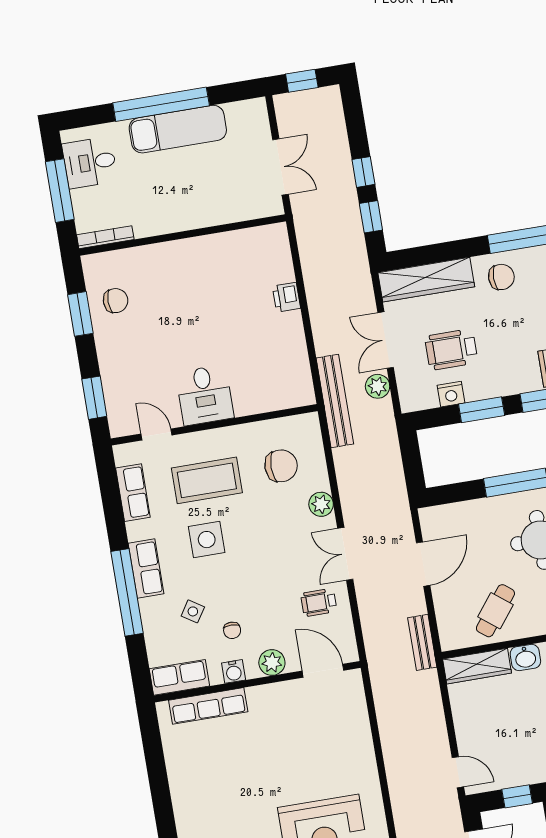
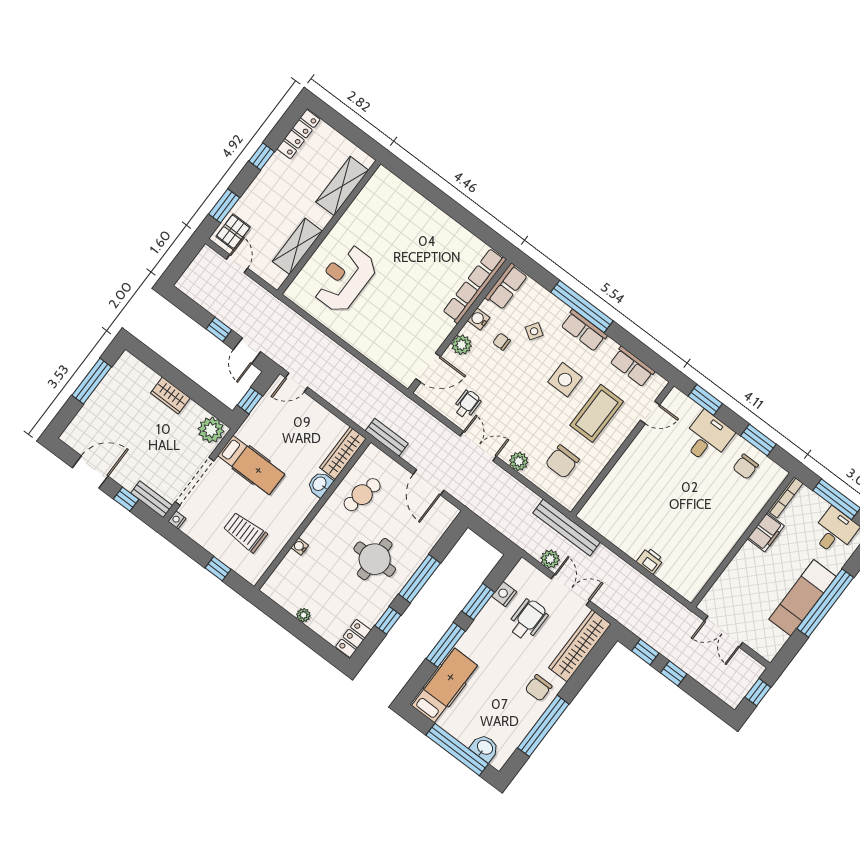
filing cabinet: (154, 222) -> (766, 532), added
desk: (205, 395) -> (707, 438), moved, turned 90
cafe table: (495, 611) -> (362, 495), turned 65
row of seats: (208, 706) -> (474, 286), width x1.36

